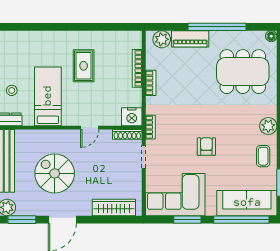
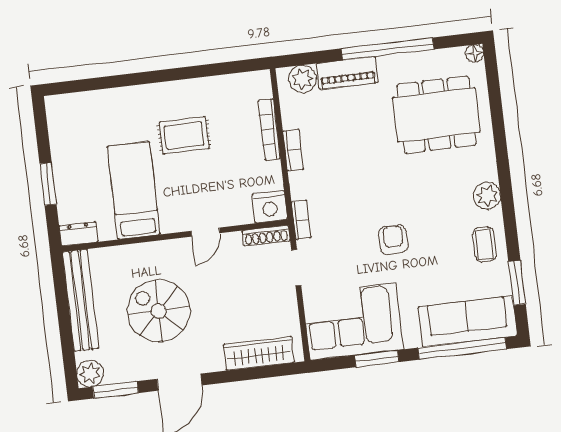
rug: (84, 66) -> (184, 135), turned 90
stool: (12, 90) -> (75, 188), removed

